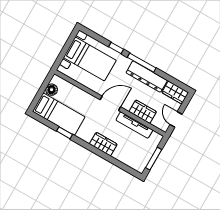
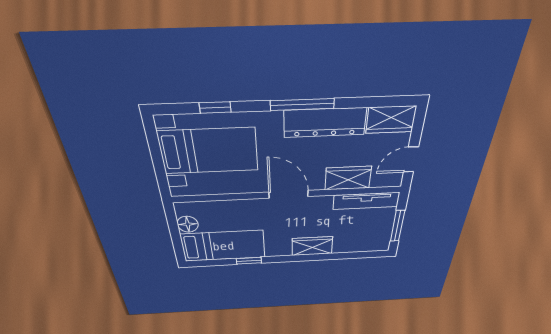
window: (116, 48) -> (215, 108), moved
door: (110, 103) -> (289, 194), hinge flipped
door: (176, 119) -> (411, 160), hinge flipped
tv unit: (134, 125) -> (366, 201), moved

